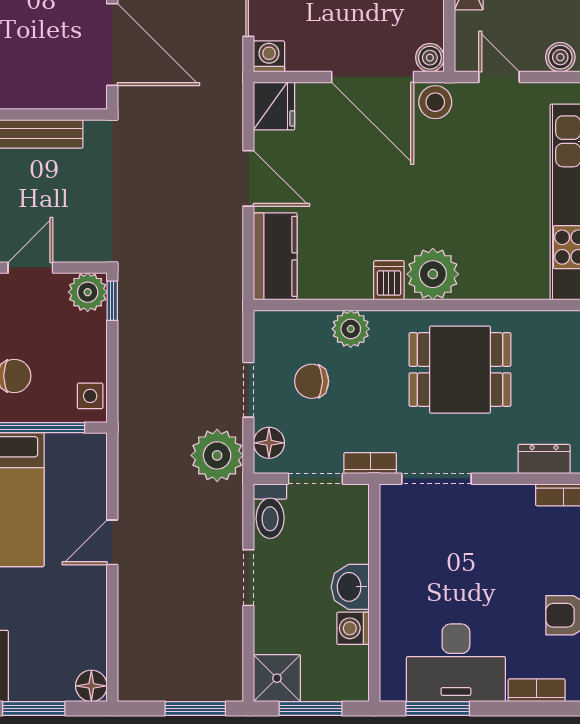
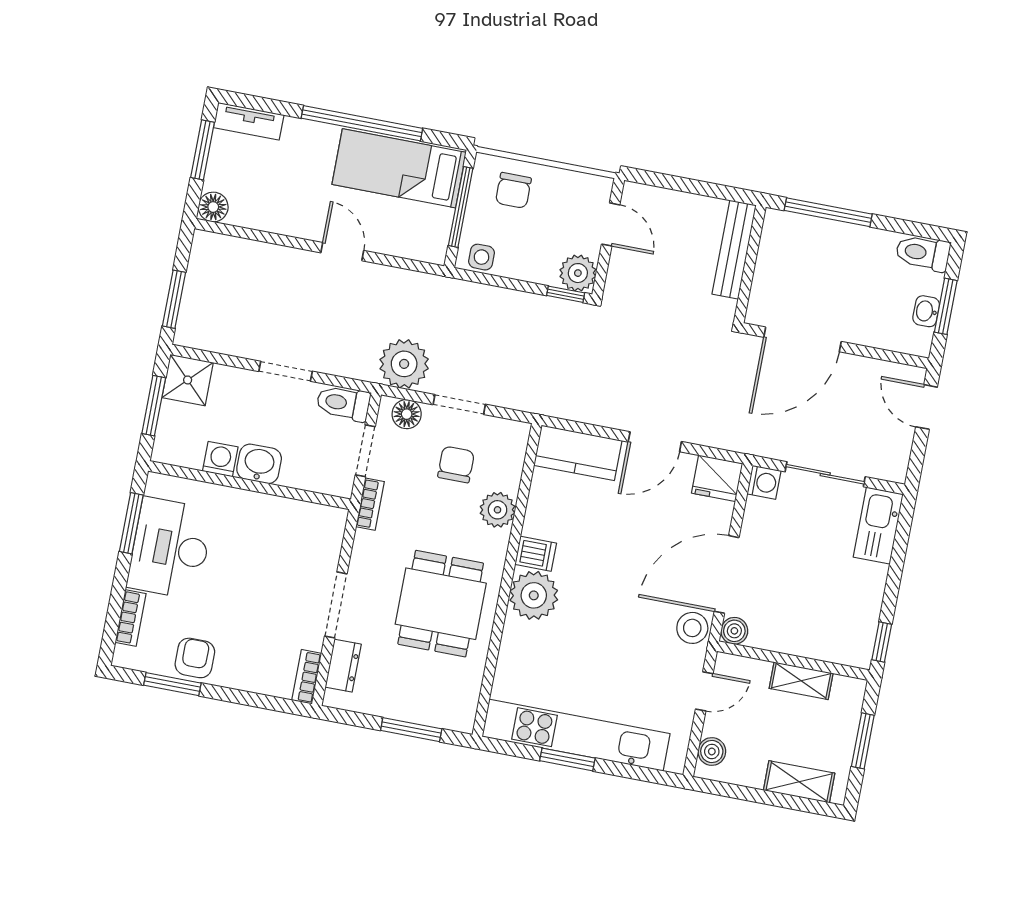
doorway: (437, 479) -> (336, 605), moved

